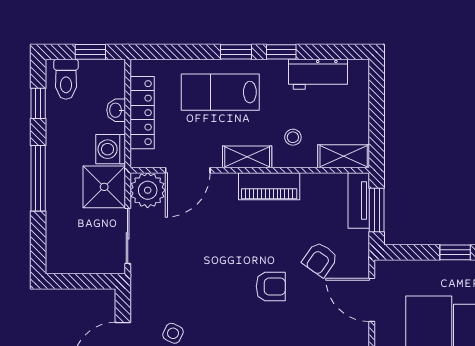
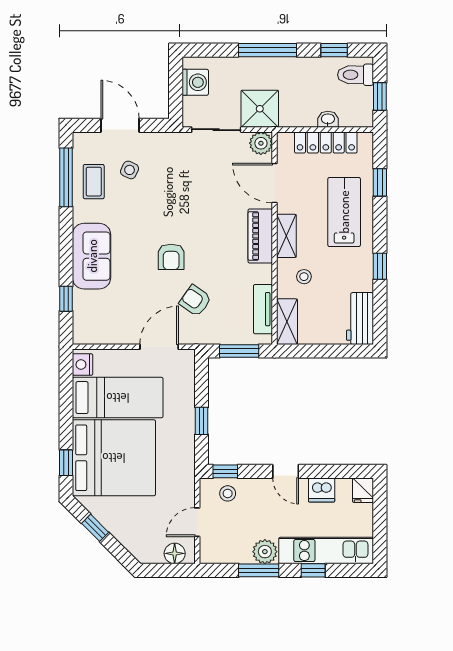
window: (236, 52) -> (380, 182), moved
workbench: (318, 74) -> (360, 319), moved
washing machine: (111, 149) -> (195, 82), moved, turned 90
piano: (269, 186) -> (260, 236), moved
plant: (148, 190) -> (261, 143), width x0.73, depth x0.73
tv unit: (359, 200) -> (263, 309), moved, turned -90

